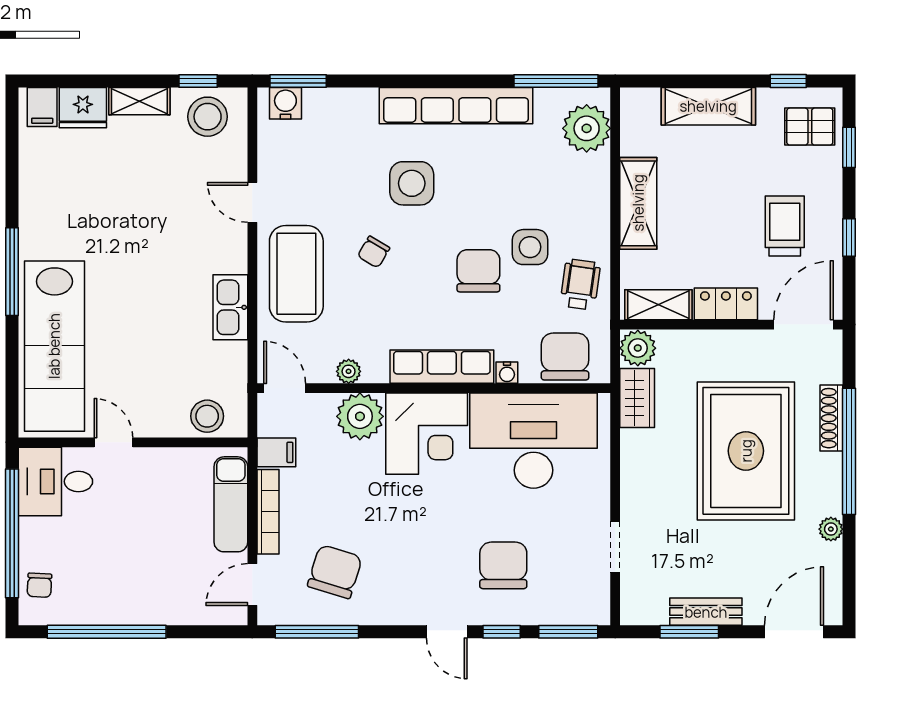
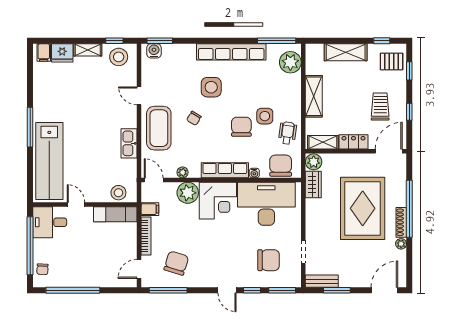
shoe rack: (831, 418) -> (401, 222), moved
exam couch: (231, 504) -> (115, 214), moved, turned -90
chair: (503, 565) -> (268, 260), moved, turned 90
bench: (706, 612) -> (322, 281), moved

